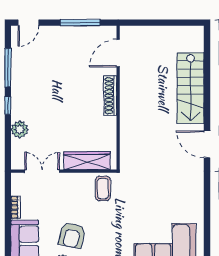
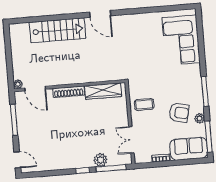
plant: (125, 32) -> (18, 84), added
window: (8, 68) -> (111, 168), moved
door: (207, 144) -> (100, 14), hinge flipped
wardrobe: (87, 161) -> (103, 91), moved, turned -90
coffee table: (103, 188) -> (144, 105), moved

